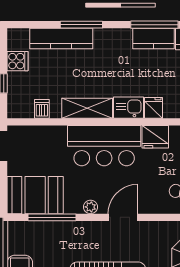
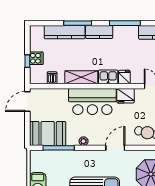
kitchen counter: (154, 38) -> (99, 32), moved
cooker: (18, 61) -> (36, 58), moved
door: (123, 217) -> (115, 148), moved

